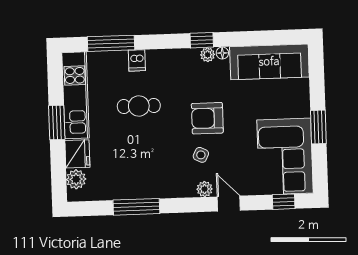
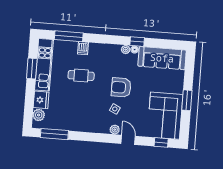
window: (202, 40) -> (137, 42), moved
window: (57, 123) -> (32, 68), moved
window: (136, 207) -> (54, 134), moved

